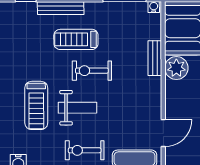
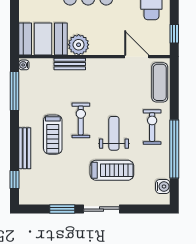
exercise bike: (92, 71) -> (81, 120), turned 180
exercise bike: (85, 150) -> (152, 127), turned 180

